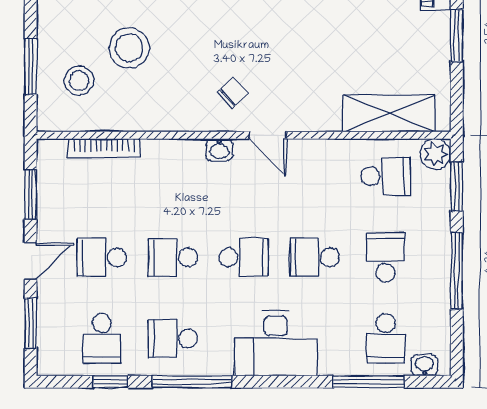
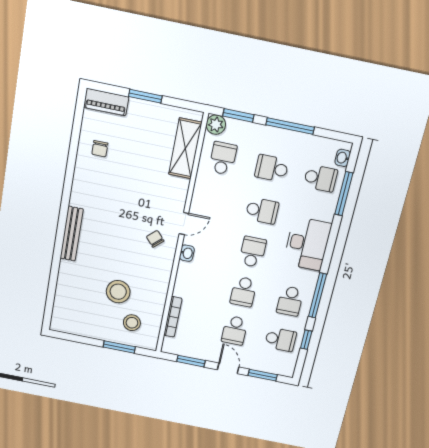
school desk: (315, 257) -> (262, 211), turned -90

